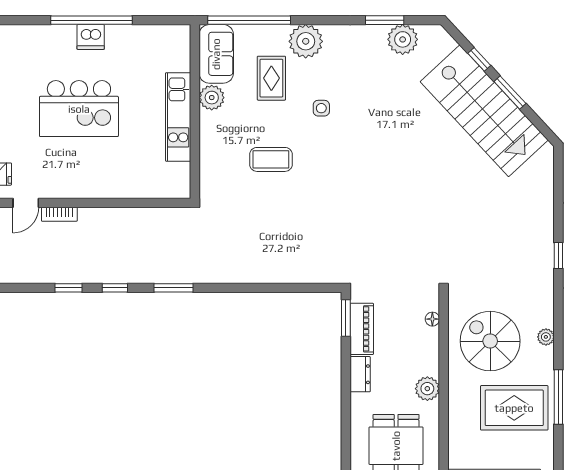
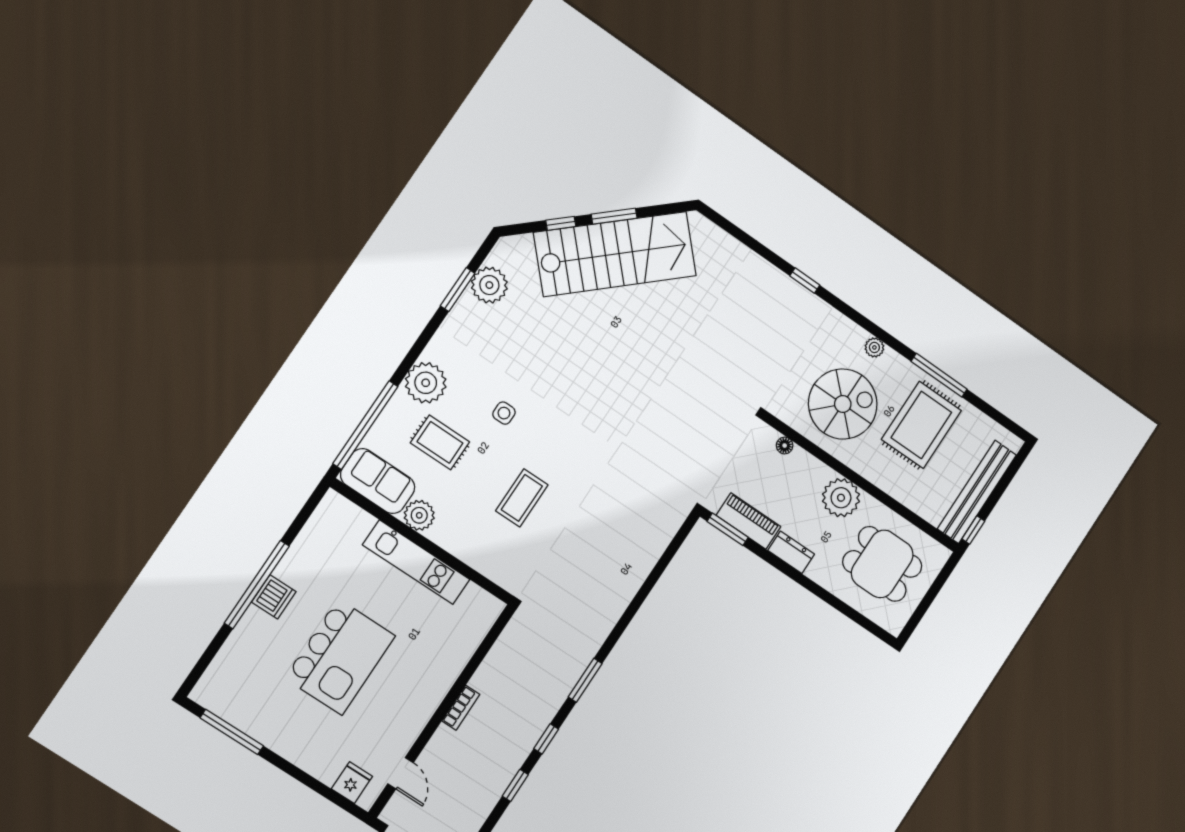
bookcase: (59, 214) -> (461, 708), moved
spiral stairs: (490, 341) -> (843, 404), turned 180
plant: (427, 389) -> (841, 498), width x1.36, depth x1.36

